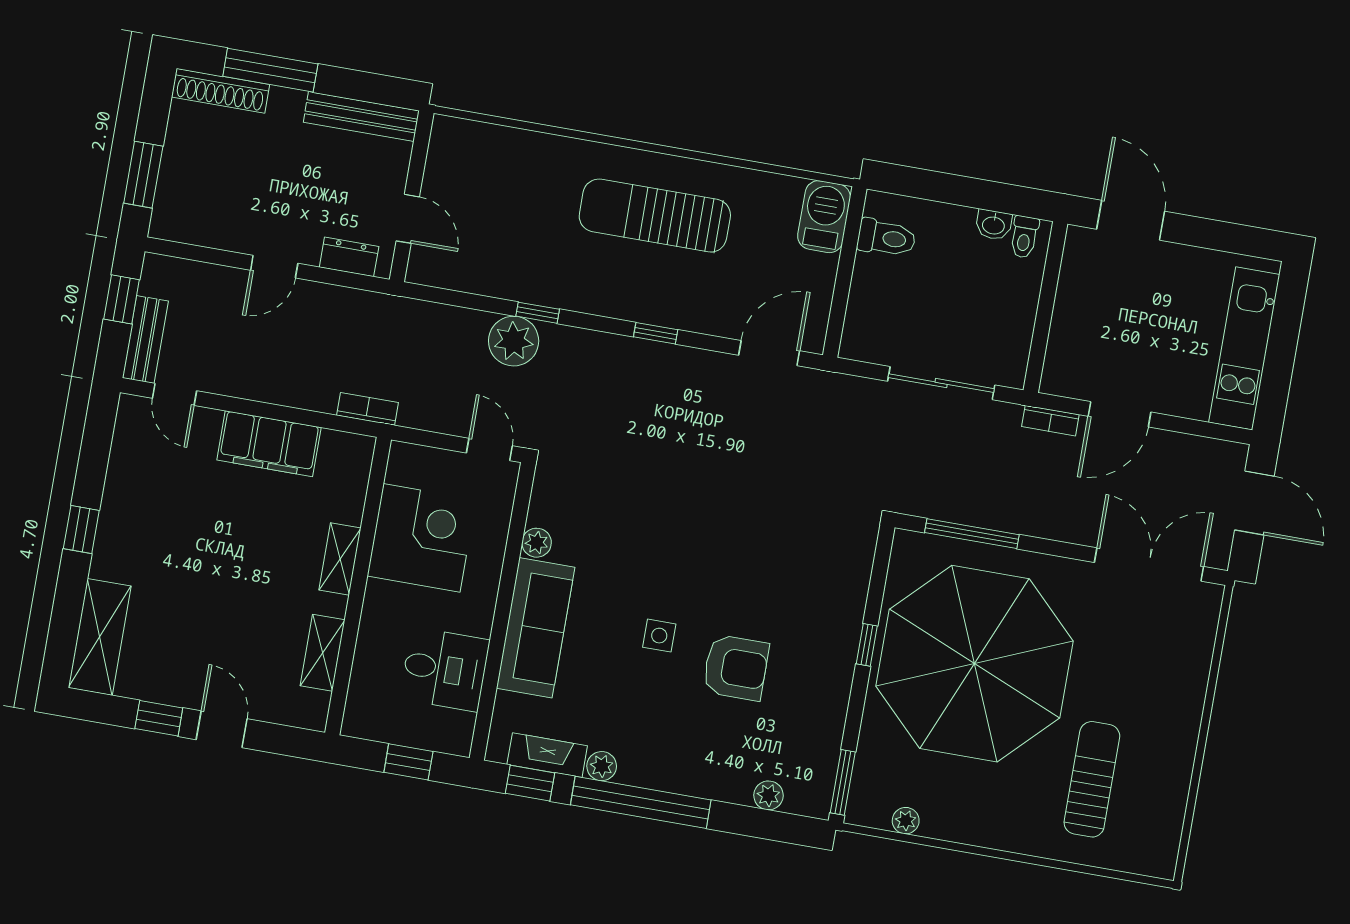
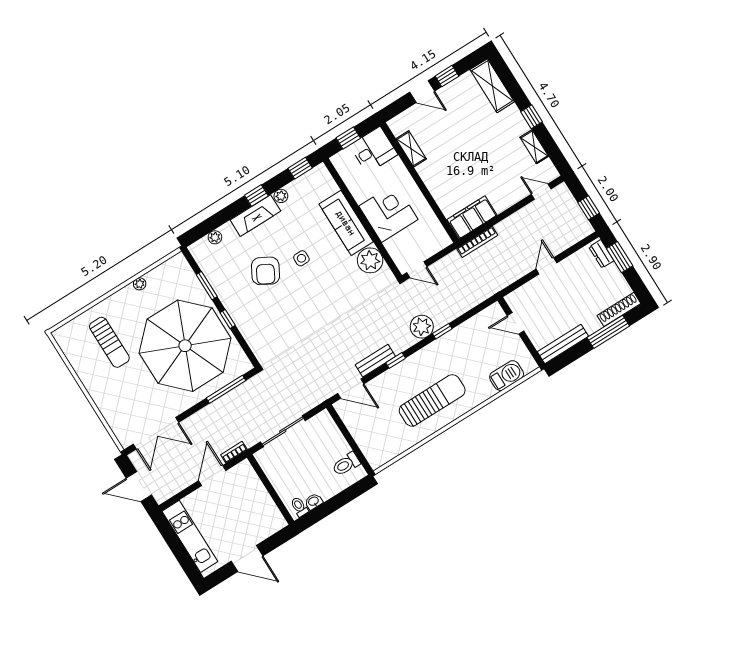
barbecue: (824, 217) -> (507, 376), moved, turned -90
door: (1131, 220) -> (247, 559), moved
dresser: (349, 257) -> (601, 254), moved, turned 90
bench: (145, 340) -> (375, 361), moved, turned 90
plant: (514, 341) -> (422, 327), moved
door: (769, 353) -> (351, 389), hinge flipped
bookcase: (368, 409) -> (477, 242), width x1.56
filing cabinet: (269, 444) -> (472, 217), moved
corner desk: (422, 538) -> (388, 213), moved, turned 180
plant: (537, 543) -> (370, 260), width x1.88, depth x1.88
shelving: (340, 559) -> (534, 147), moved
armchair: (736, 668) -> (265, 271), turned -61
desk: (445, 669) -> (374, 150), moved, turned 180
fireplace: (547, 755) -> (255, 216), moved, width x1.37, depth x1.32
window: (843, 782) -> (207, 286), moved
window: (641, 802) -> (256, 196), width x0.32
plant: (906, 821) -> (140, 284), moved

